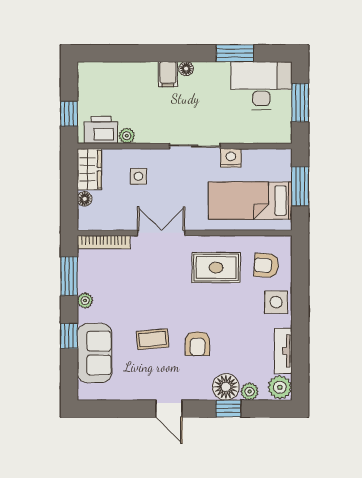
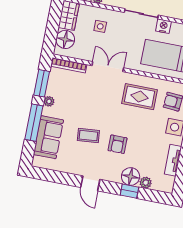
floor lamp: (85, 199) -> (65, 39), width x1.89, depth x1.89
window: (69, 336) -> (34, 123), width x2.17
plant: (280, 387) -> (166, 184), removed

